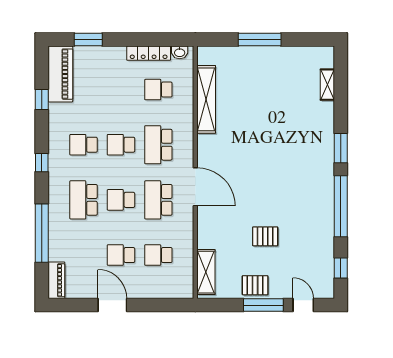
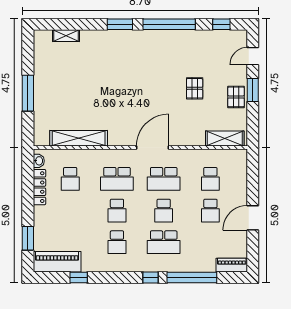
window: (42, 163) -> (151, 278), moved
window: (263, 305) -> (253, 90), width x0.69

